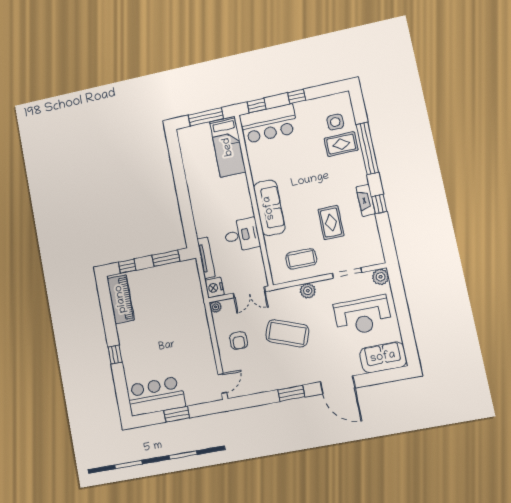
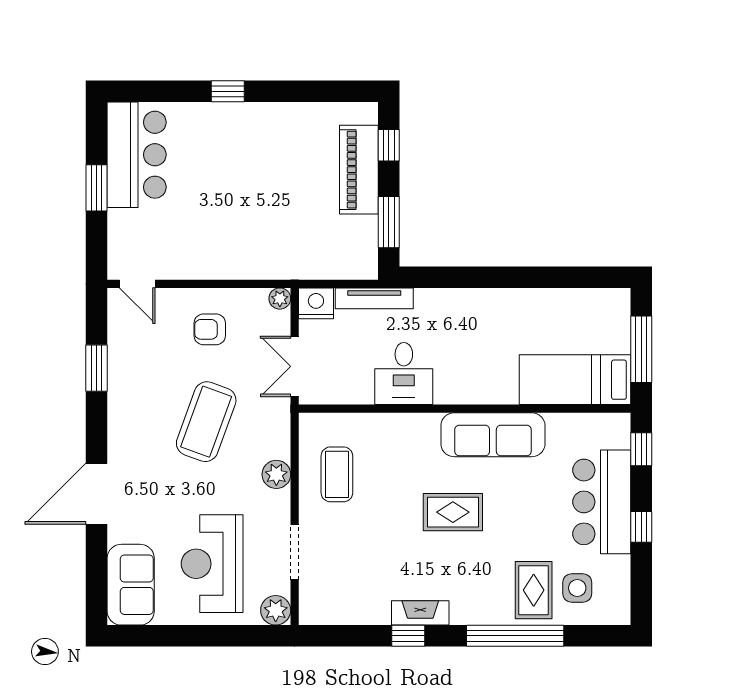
bar counter: (269, 124) -> (602, 502), moved
sofa: (269, 208) -> (493, 435), moved
rug: (331, 223) -> (453, 512), moved
piano: (121, 299) -> (359, 170), moved, turned 90
window: (291, 393) -> (97, 368), moved

